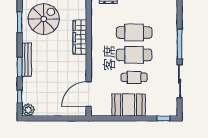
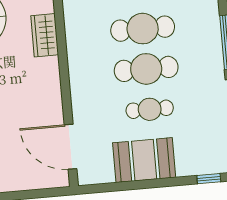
wardrobe: (80, 37) -> (45, 35), width x0.67
door: (89, 94) -> (71, 147), hinge flipped

